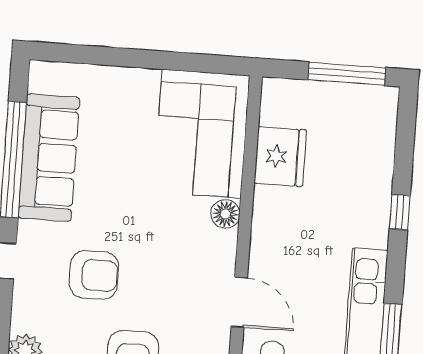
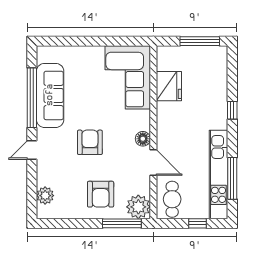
floor lamp: (225, 214) -> (143, 139), moved
armchair: (94, 275) -> (90, 142), moved, turned -90

